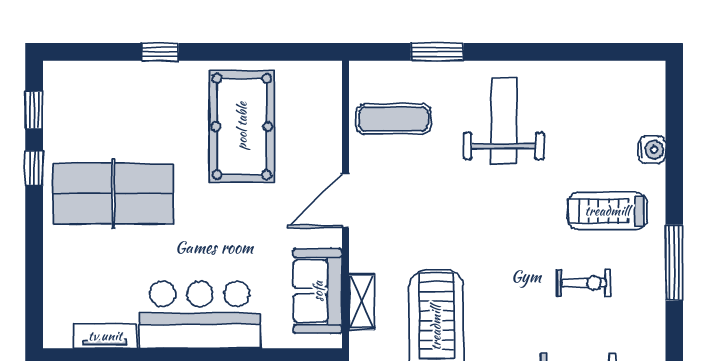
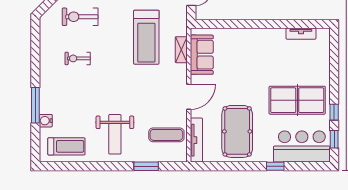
tv unit: (329, 108) -> (196, 140), added
treadmill: (607, 211) -> (66, 146), moved
window: (674, 263) -> (35, 105), moved
bar counter: (200, 315) -> (302, 147), moved, turned 180

